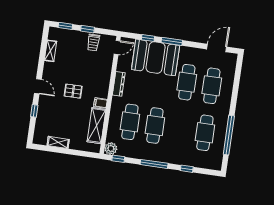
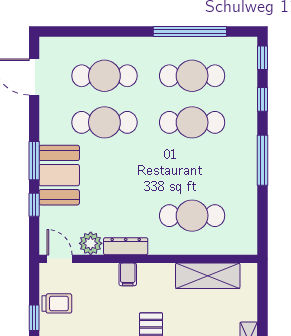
booth: (156, 57) -> (59, 175), width x0.73, depth x0.70
filing cabinet: (100, 103) -> (128, 274), moved
cafe table: (155, 126) -> (192, 122), moved
plant: (111, 149) -> (91, 243), moved
window: (118, 159) -> (262, 58), moved

